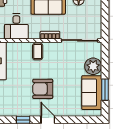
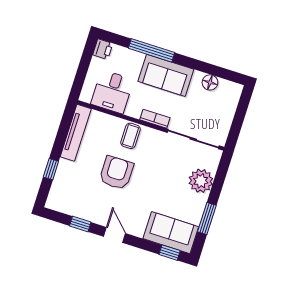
armchair: (43, 89) -> (116, 173), moved, turned 90
sofa: (92, 93) -> (171, 233), moved, turned 90
window: (88, 120) -> (170, 253), added

